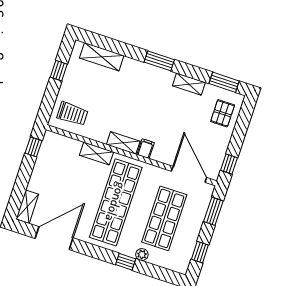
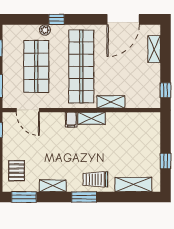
trolley: (72, 114) -> (95, 179), moved
door: (189, 174) -> (28, 110), width x0.73
shelving: (27, 207) -> (154, 49), moved

